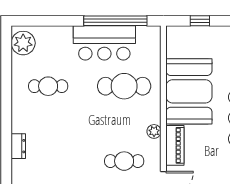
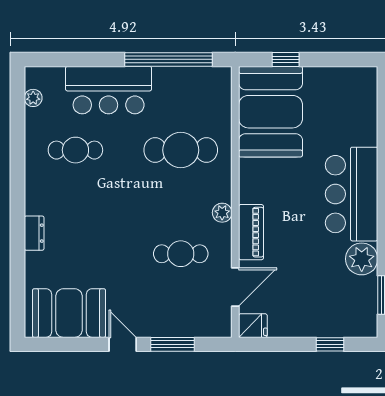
plant: (23, 43) -> (33, 98), width x0.53, depth x0.53
bar counter: (104, 43) -> (109, 90), moved
booth: (189, 91) -> (271, 112), moved

